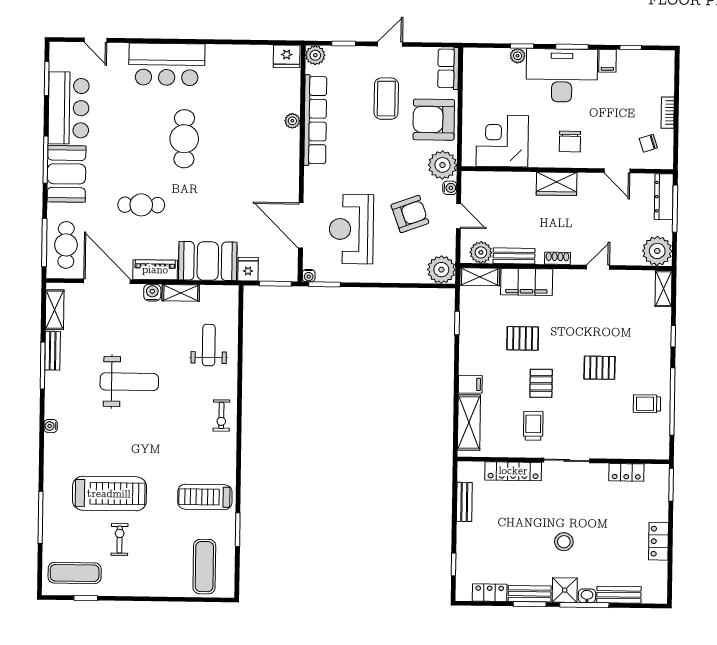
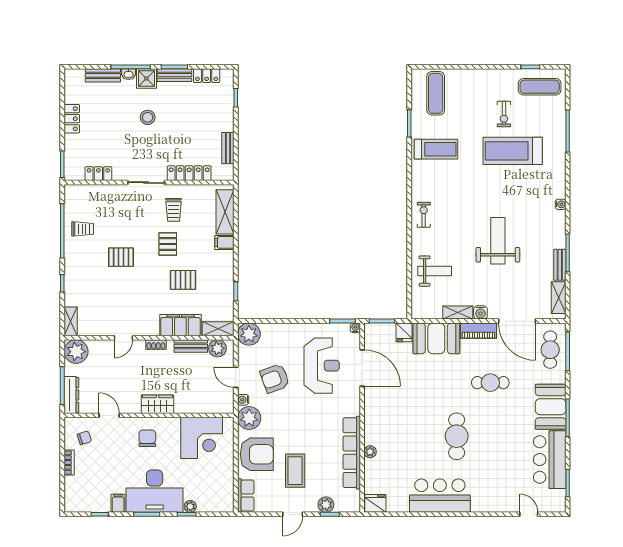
plant: (315, 55) -> (326, 505), moved
bar counter: (167, 64) -> (440, 496), moved
weight bench: (209, 345) -> (435, 271), turned -90
weight bench: (129, 382) -> (498, 241), turned 90

